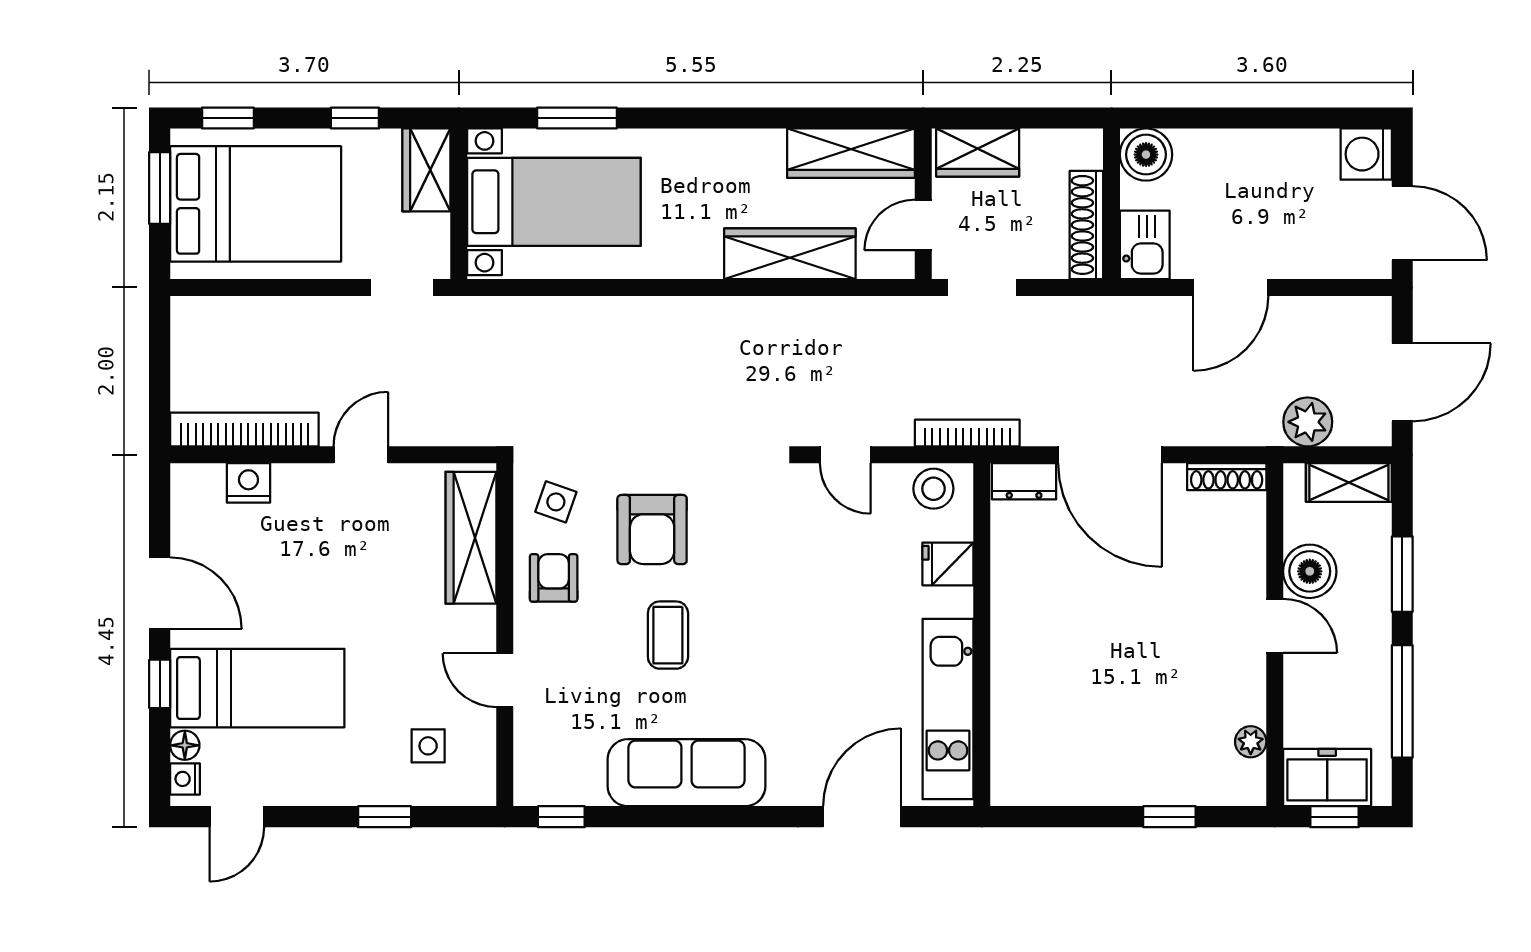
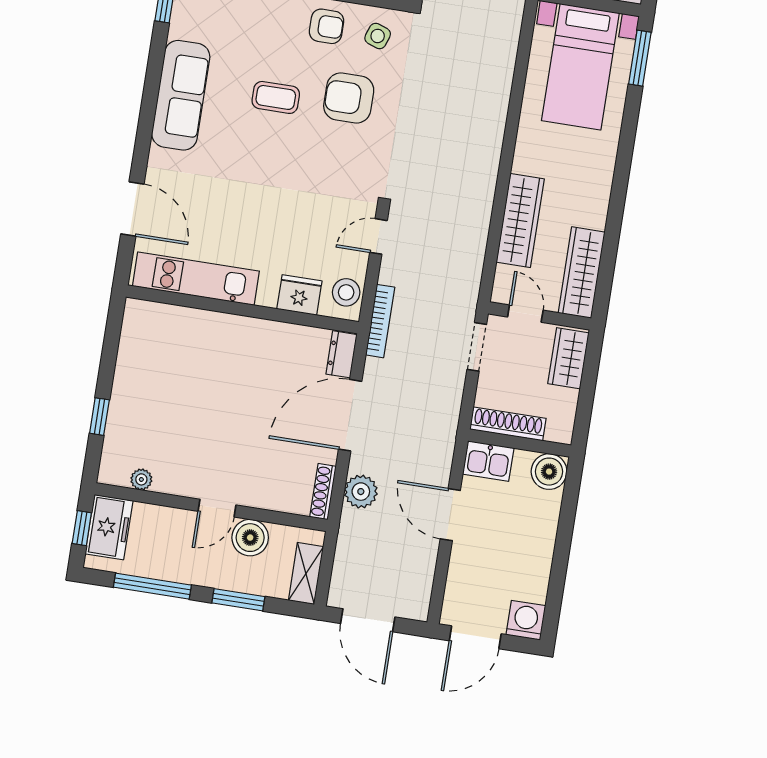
window: (577, 118) -> (640, 58), moved
plant: (1308, 422) -> (361, 492), moved
fridge: (948, 564) -> (299, 295), width x1.38

